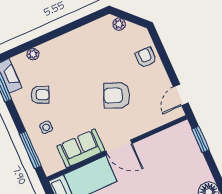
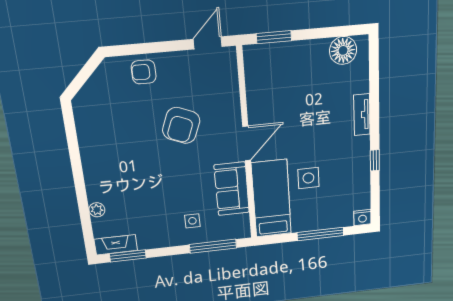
plant: (119, 24) -> (89, 92), removed
armchair: (40, 95) -> (150, 216), removed
door: (181, 95) -> (208, 43), swing flipped

